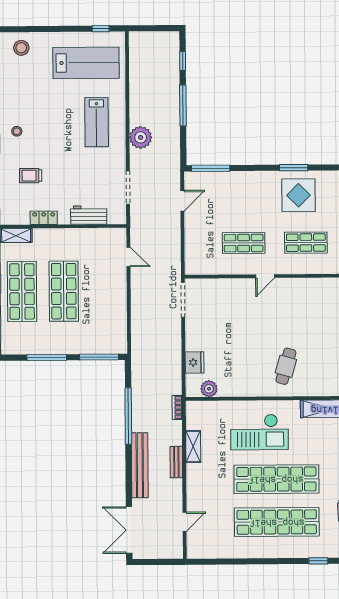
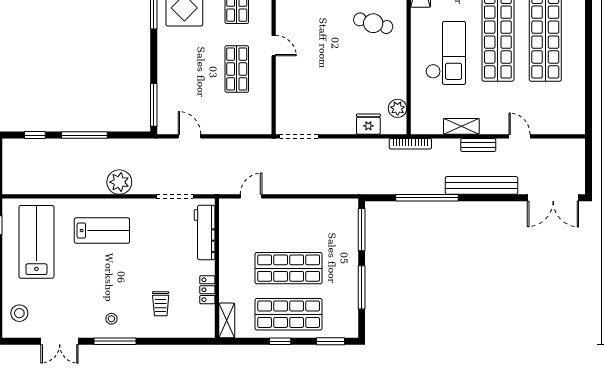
workbench: (89, 215) -> (205, 232), width x1.38
bookcase: (177, 408) -> (410, 144), width x1.56
door: (185, 522) -> (520, 136), moved

